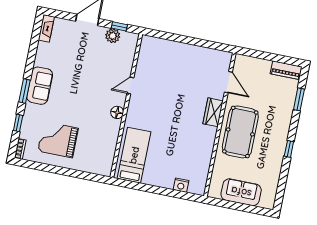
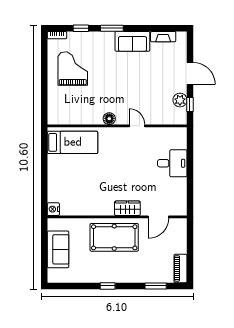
fireplace: (46, 28) -> (163, 37), moved
desk: (176, 57) -> (172, 163), added
sofa: (40, 86) -> (132, 41), moved
nightstand: (181, 185) -> (53, 209), moved

